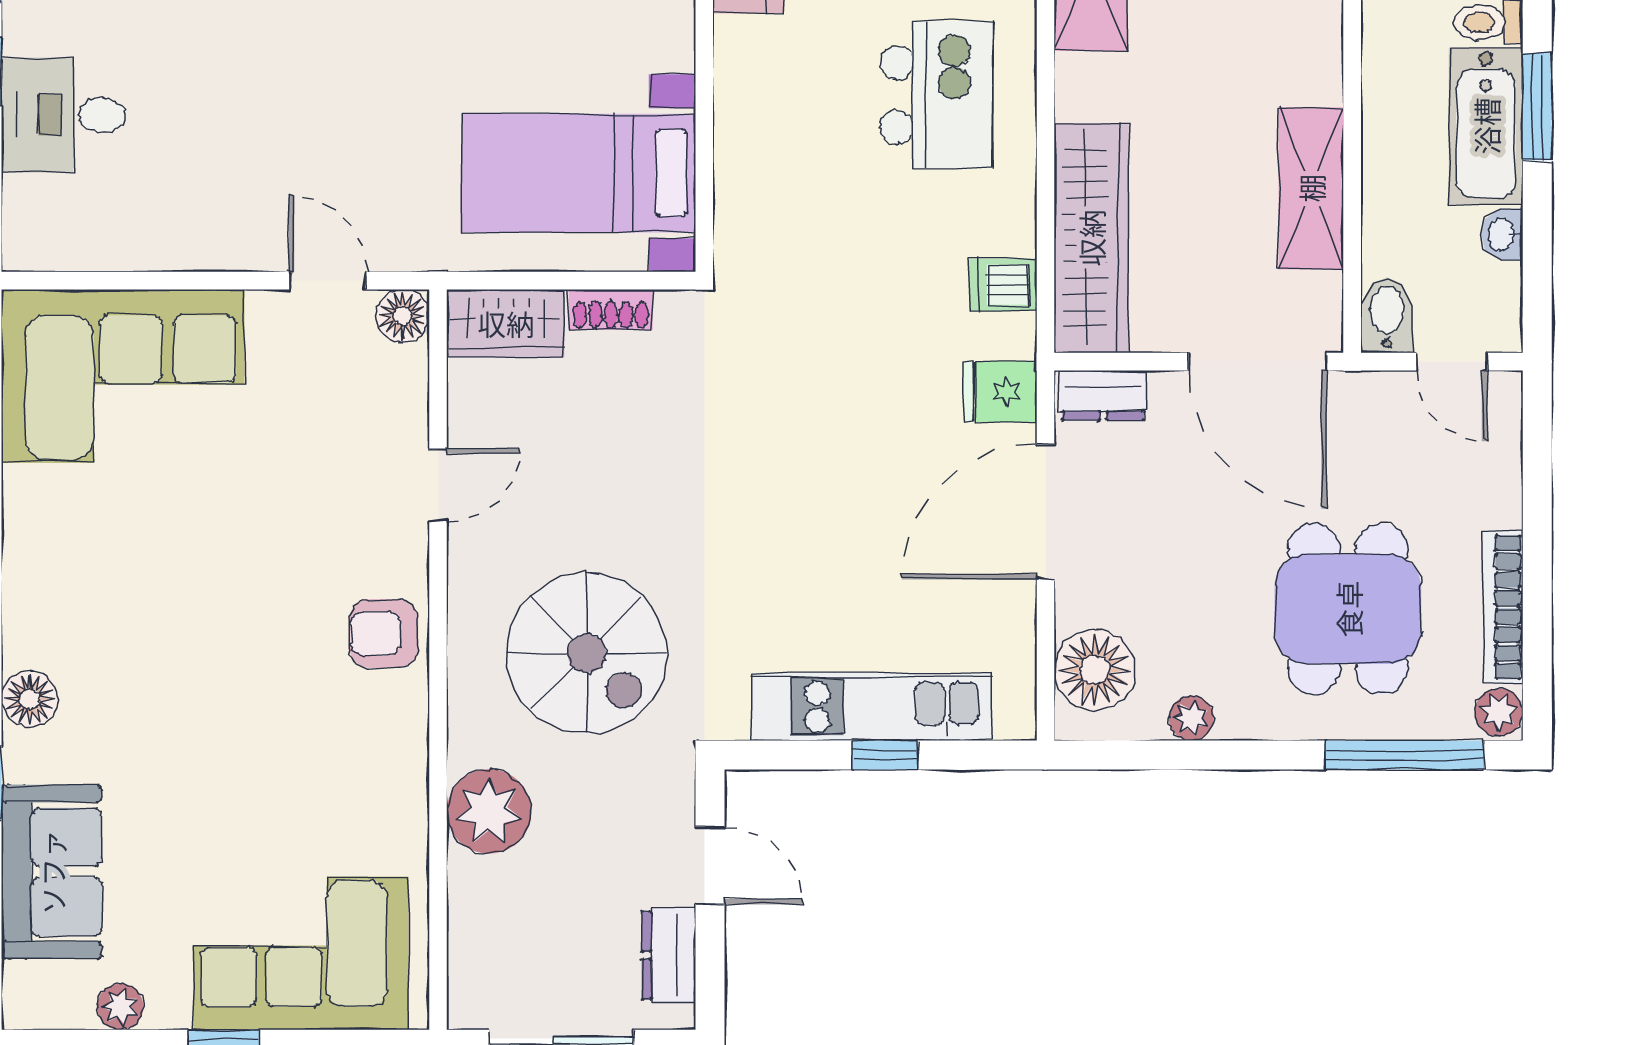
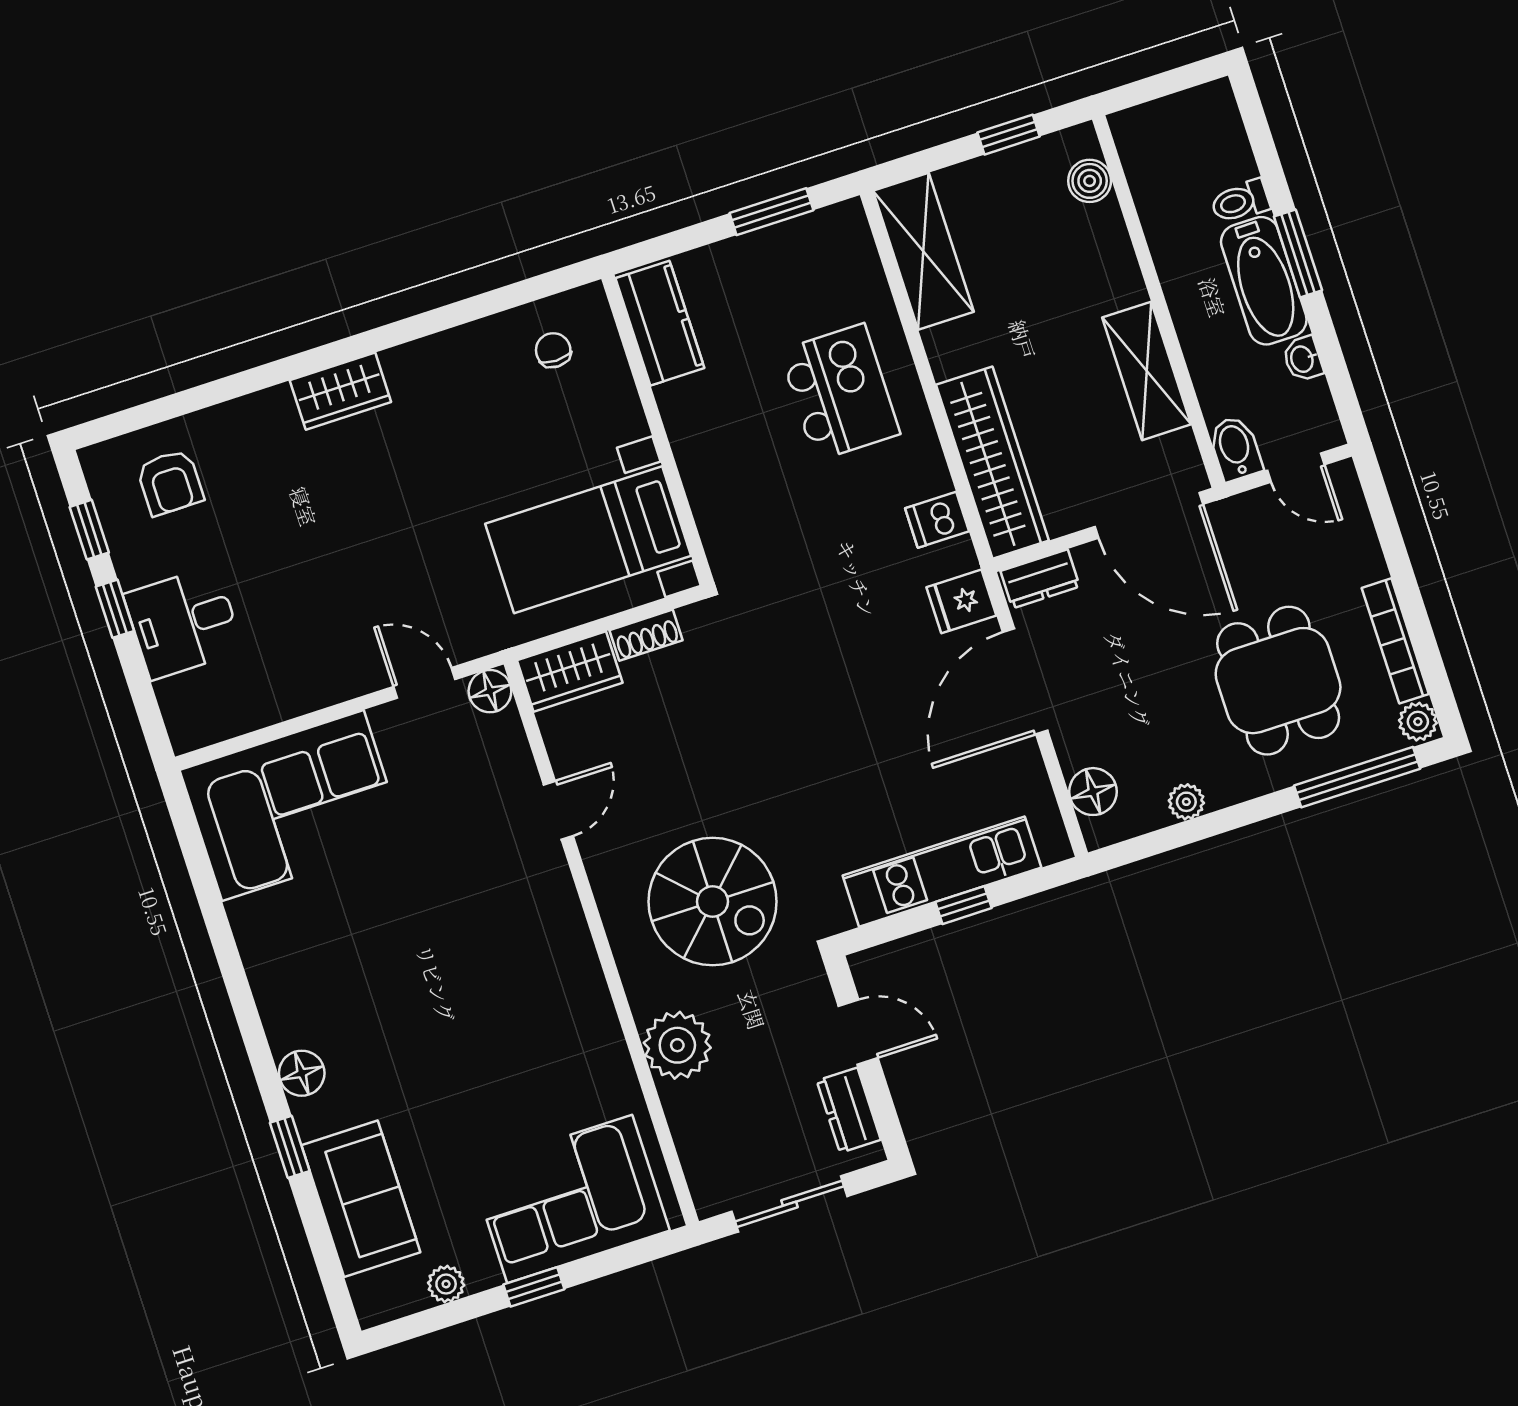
armchair: (384, 634) -> (554, 936), removed
floor lamp: (1095, 670) -> (1093, 792), width x0.73, depth x0.73

